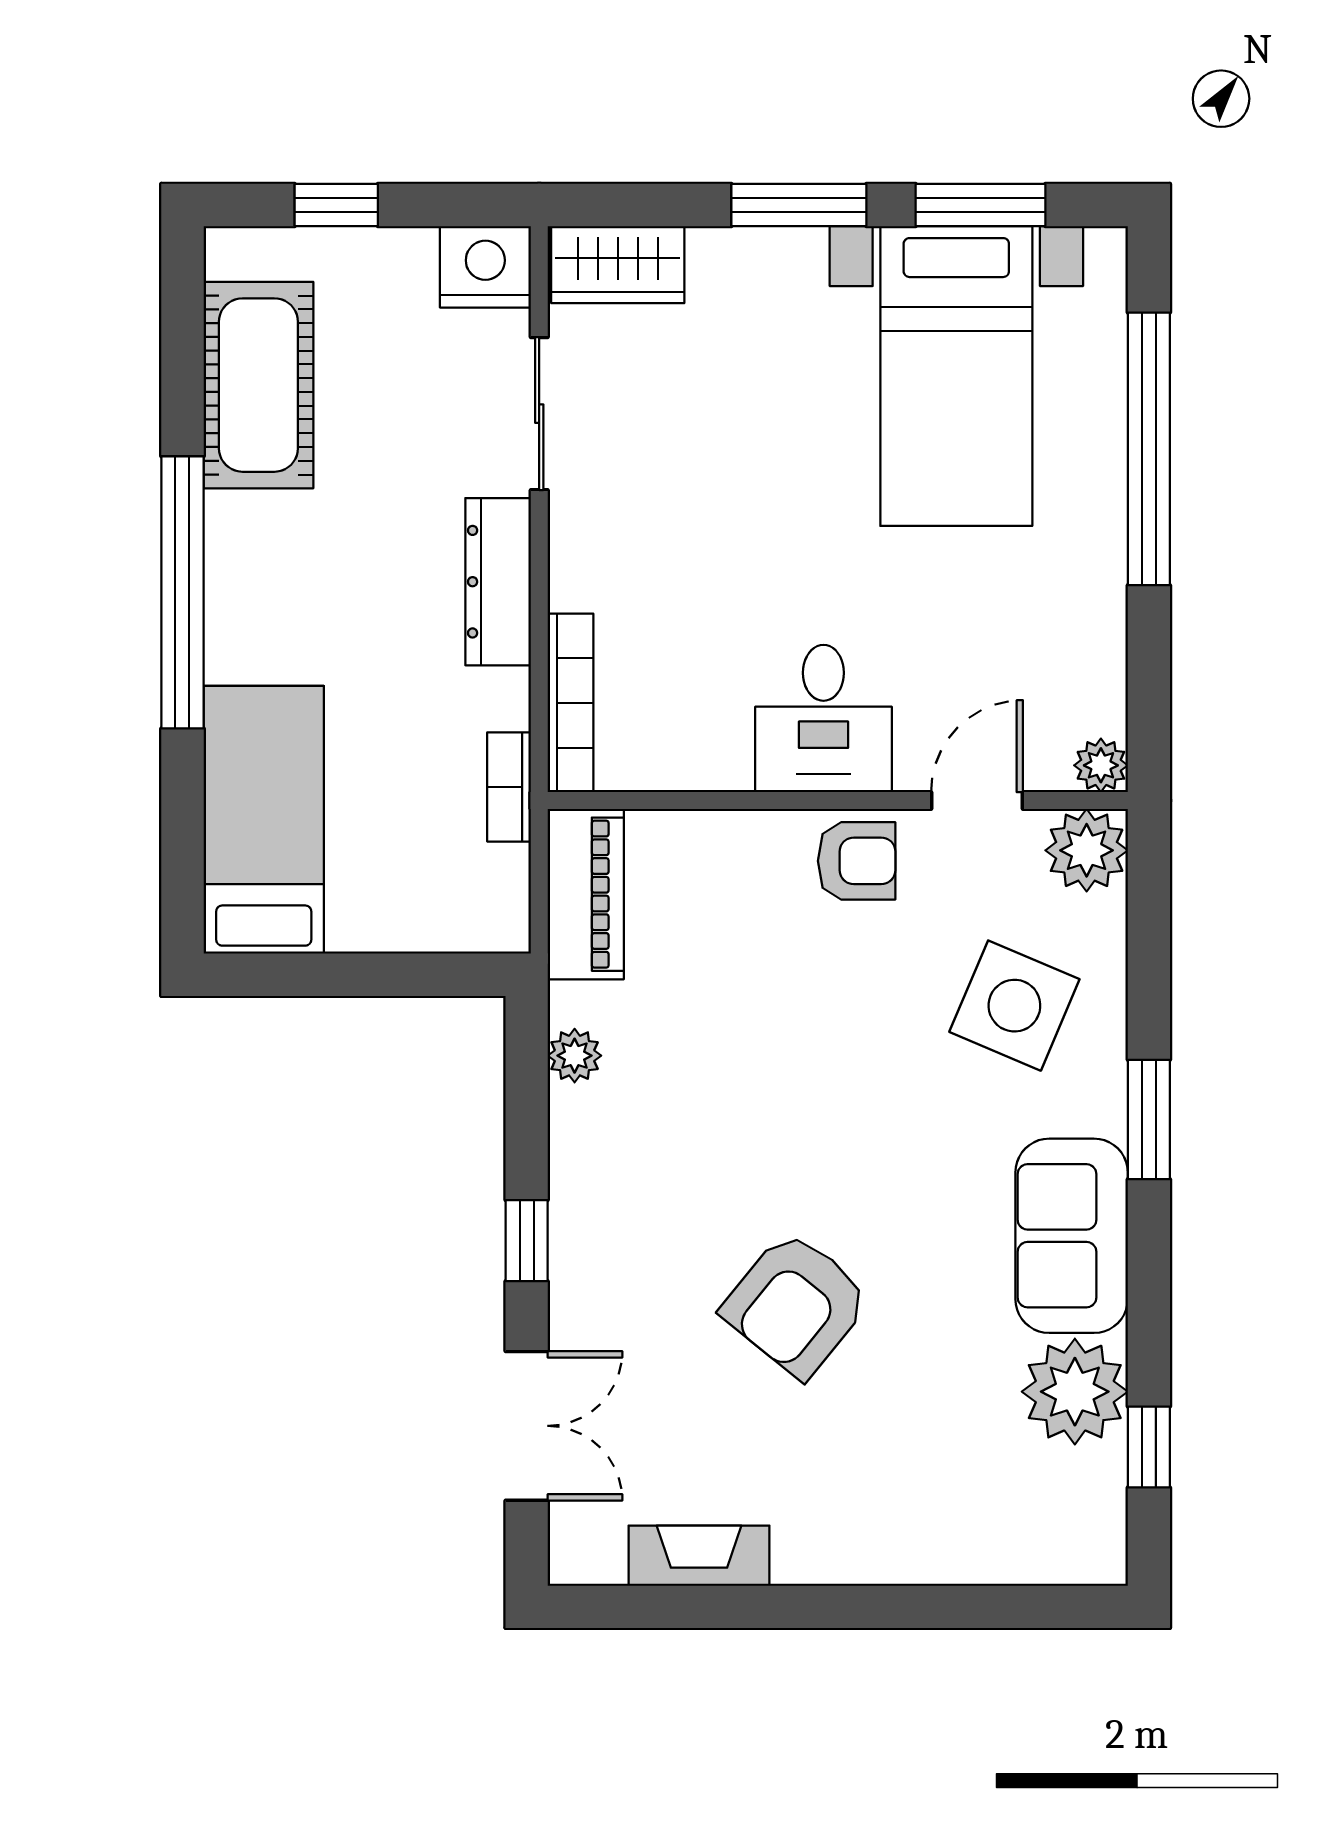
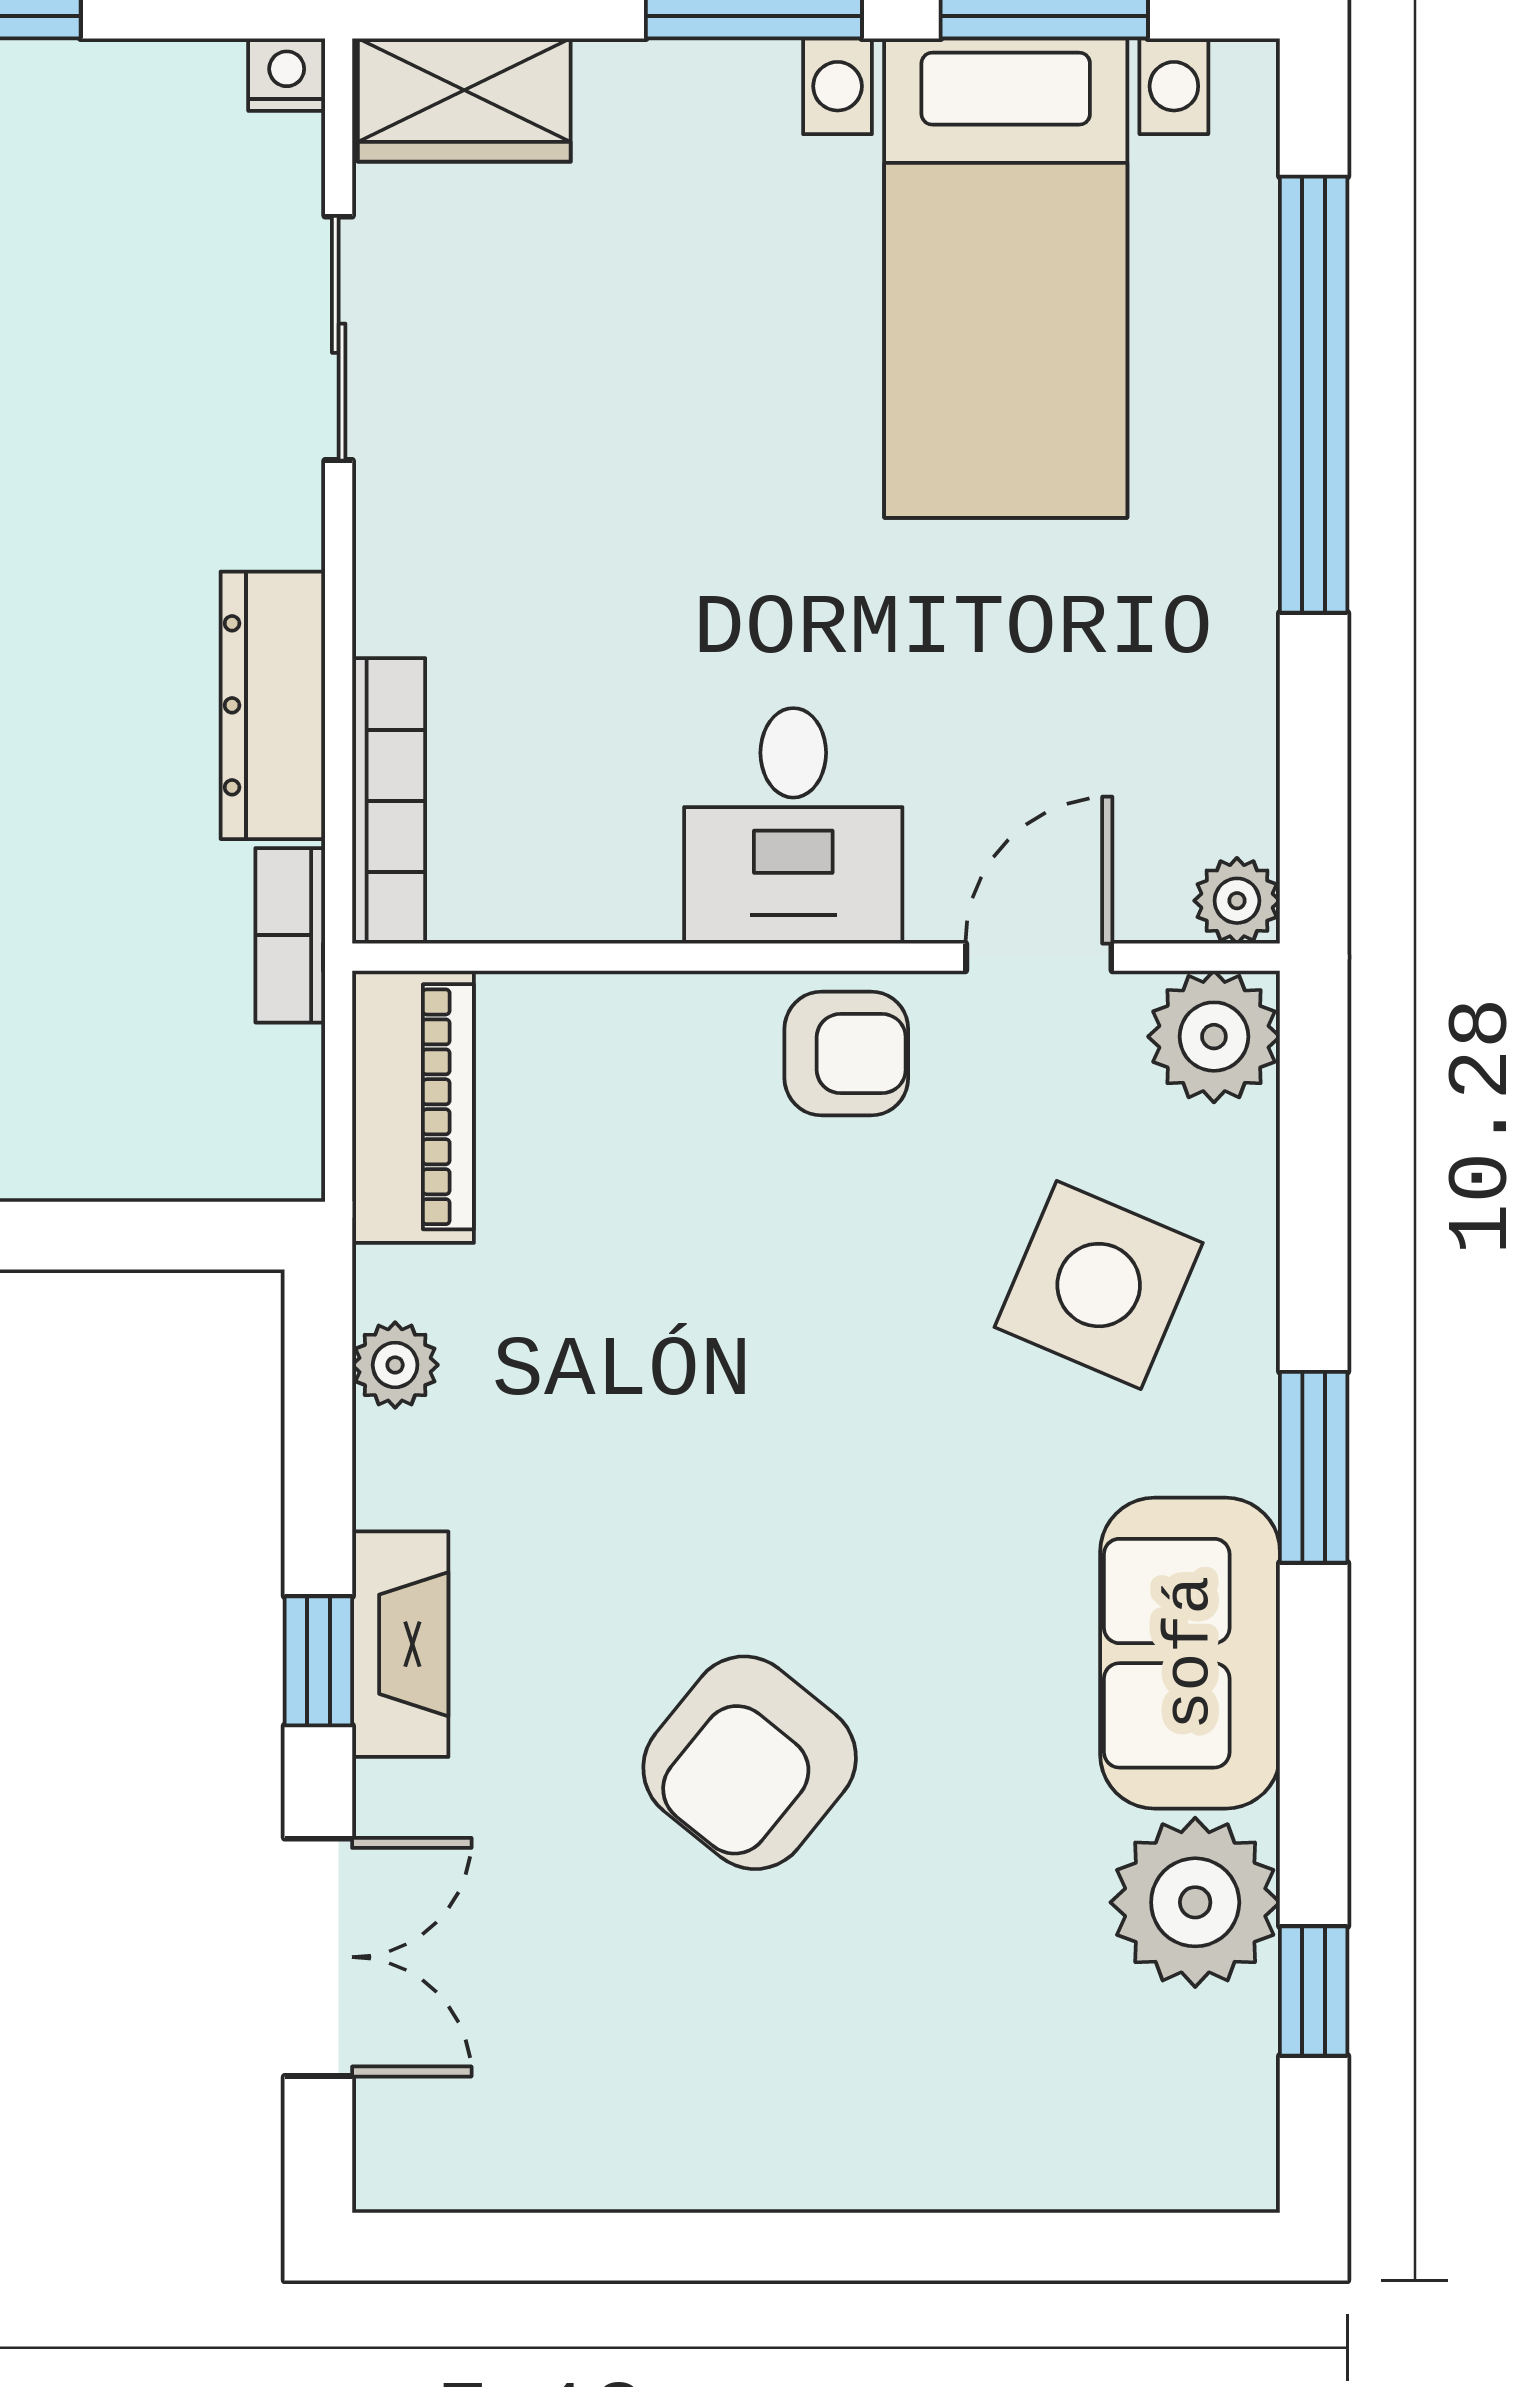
nightstand: (485, 267) -> (287, 75), width x0.53, depth x0.56
dresser: (498, 582) -> (273, 705), moved
fireplace: (699, 1556) -> (400, 1644), moved, turned 90

